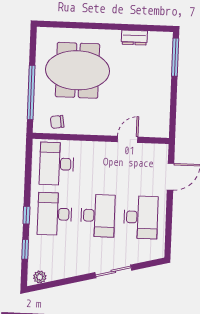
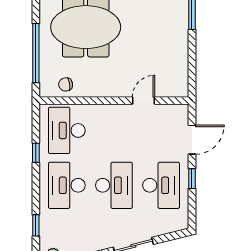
window: (169, 212) -> (192, 179), added
window: (26, 215) -> (36, 153), moved

